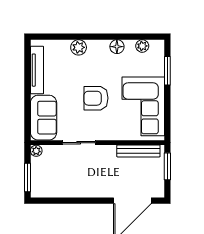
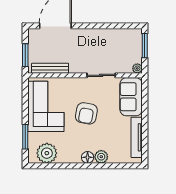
plant: (142, 46) -> (47, 153), width x1.87, depth x1.87
floor lamp: (117, 47) -> (88, 157), moved
armchair: (96, 98) -> (86, 113), turned 101

